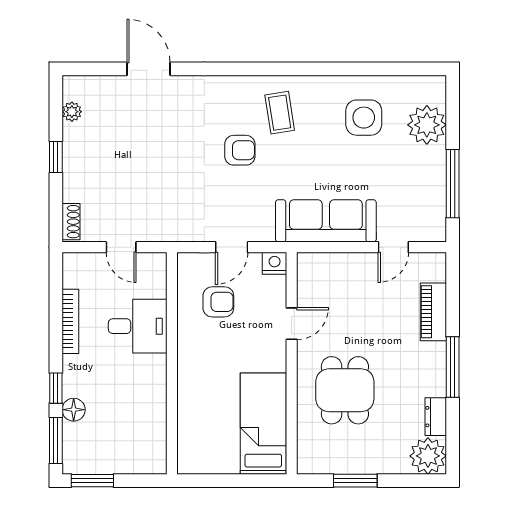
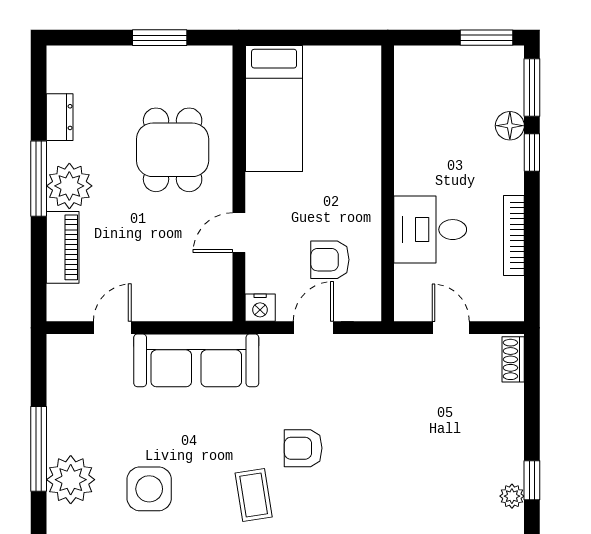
window: (56, 157) -> (532, 480), moved
window: (453, 184) -> (39, 449), moved
plant: (428, 456) -> (69, 186), moved

